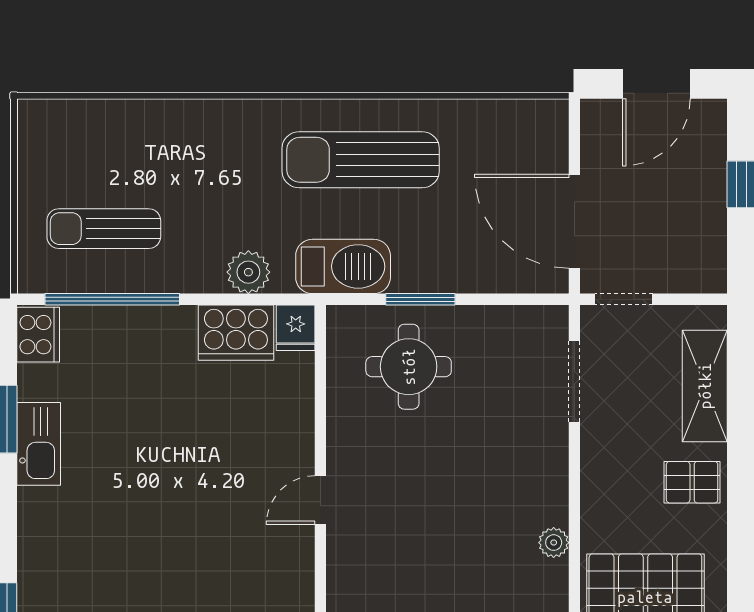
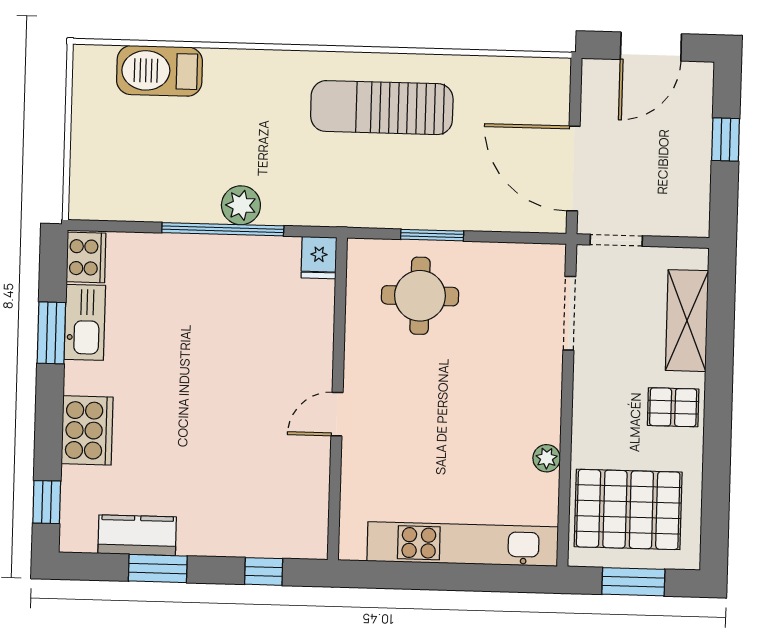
sun lounger: (104, 229) -> (148, 163), removed
barbecue: (343, 266) -> (160, 71), moved, turned 180
plant: (248, 272) -> (241, 205), moved
window: (112, 299) -> (223, 229), moved
cooker: (236, 333) -> (87, 430), moved, turned -90
kitchen sink: (39, 444) -> (85, 322), moved

